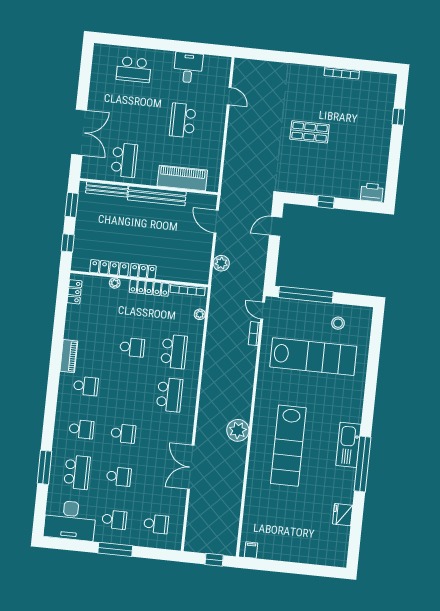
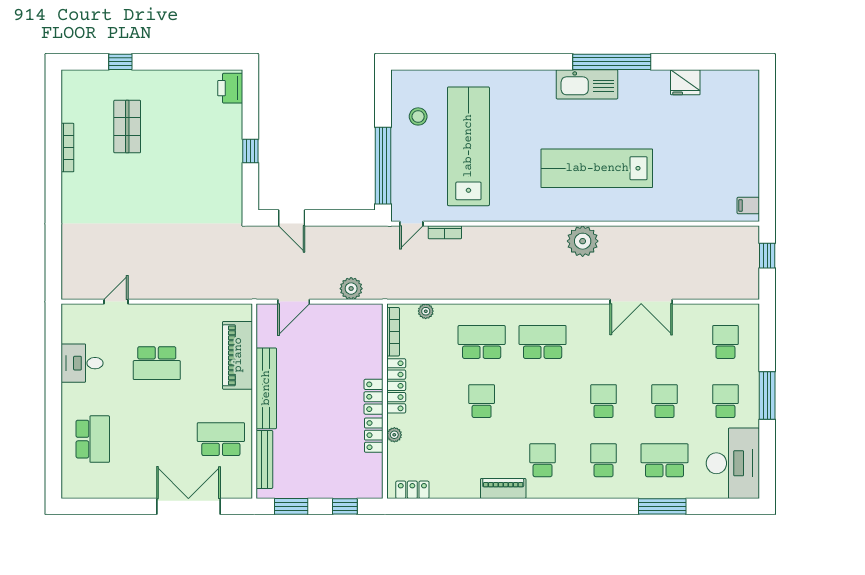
shop shelf: (310, 132) -> (127, 127), moved
locker: (109, 268) -> (374, 435), width x0.66
lab bench: (288, 446) -> (597, 168), turned 180

